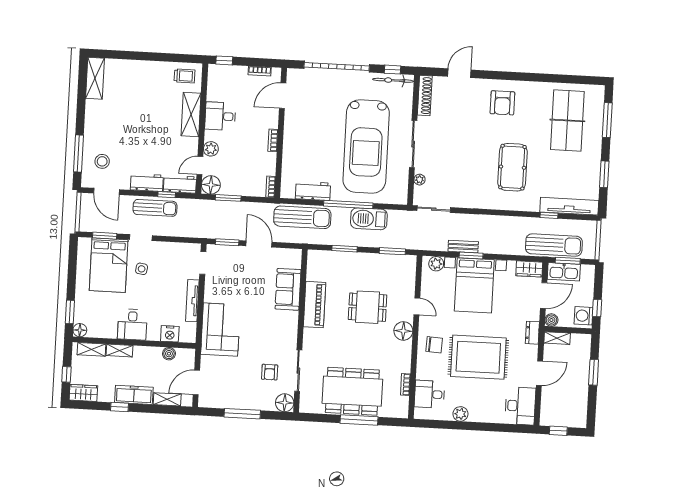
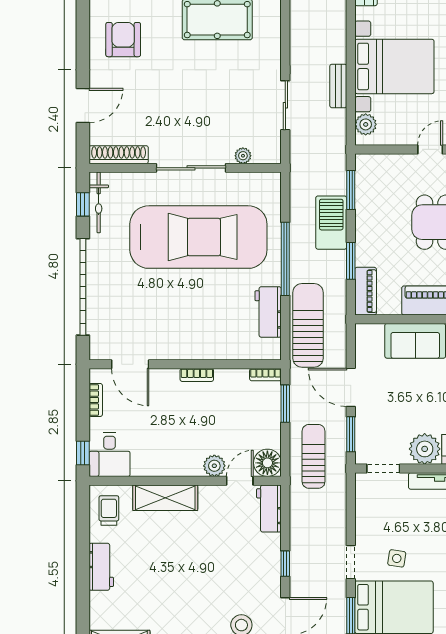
door: (459, 73) -> (83, 106), swing flipped
armchair: (502, 103) -> (123, 40), turned -90
desk: (220, 116) -> (109, 455), moved
door: (200, 166) -> (240, 481), swing flipped
workbench: (147, 182) -> (101, 567), moved, turned 180
window: (167, 195) -> (285, 564), moved
window: (228, 198) -> (285, 404), moved
sun lounger: (155, 208) -> (314, 456), moved
sliding door: (434, 209) -> (285, 105), moved
barbecue: (369, 219) -> (331, 223), moved, turned 180
door: (259, 244) -> (351, 387), hinge flipped
window: (471, 255) -> (351, 74), removed
piano: (323, 258) -> (366, 291), added
plant: (215, 292) -> (425, 449), added

